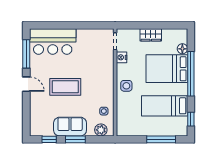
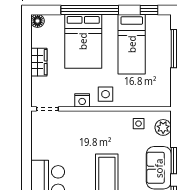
floor lamp: (182, 49) -> (38, 21), moved
nightstand: (122, 57) -> (82, 100), moved

